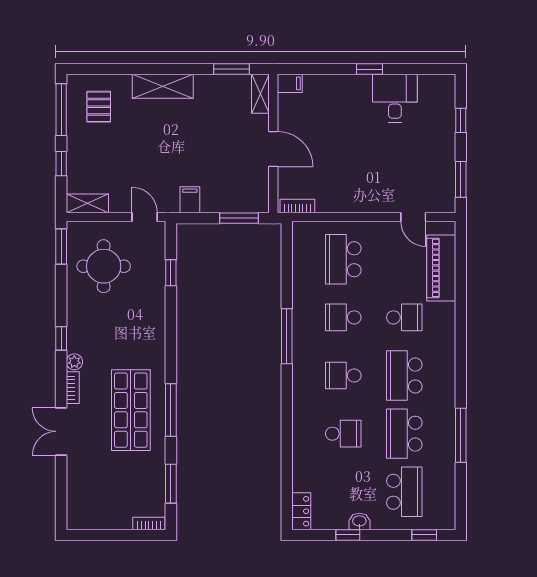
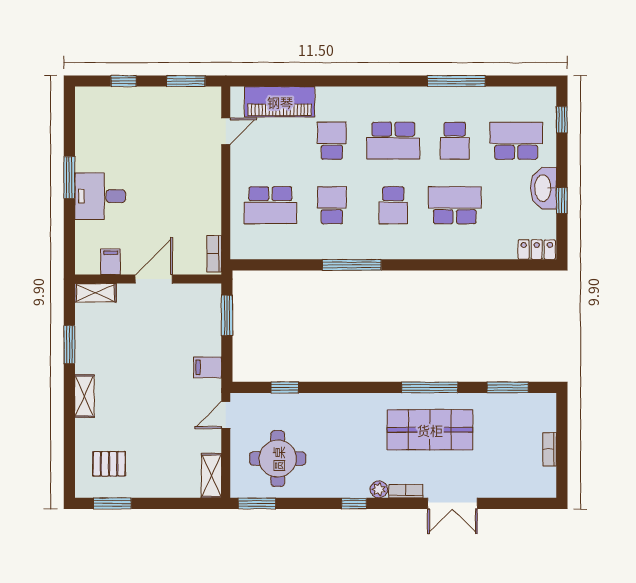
window: (232, 69) -> (69, 345), moved
window: (369, 69) -> (69, 178), width x1.50
filing cabinet: (290, 83) -> (111, 262), moved
shelving: (163, 86) -> (84, 396), width x0.67, depth x0.75
desk: (395, 98) -> (100, 196), moved
window: (61, 110) -> (112, 503), width x0.69
window: (61, 164) -> (169, 503), removed
school desk: (343, 317) -> (332, 205), turned 180
school desk: (343, 434) -> (455, 205), width x1.85
school desk: (404, 434) -> (455, 141), width x0.54
washbasin: (359, 521) -> (544, 188), width x1.91, depth x1.45
bookcase: (149, 523) -> (550, 449), moved

